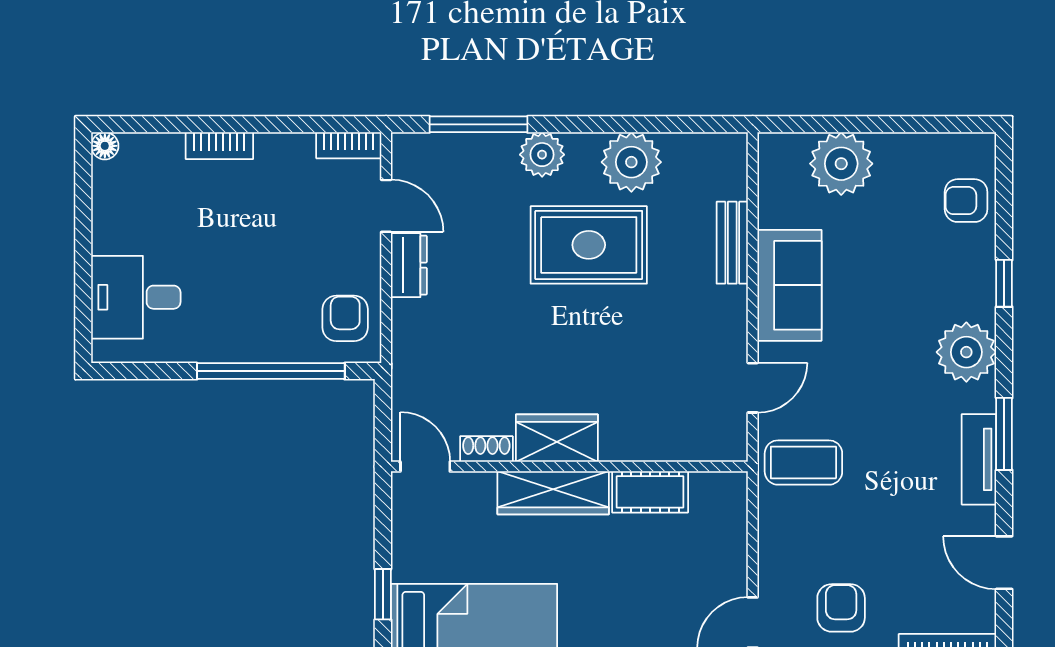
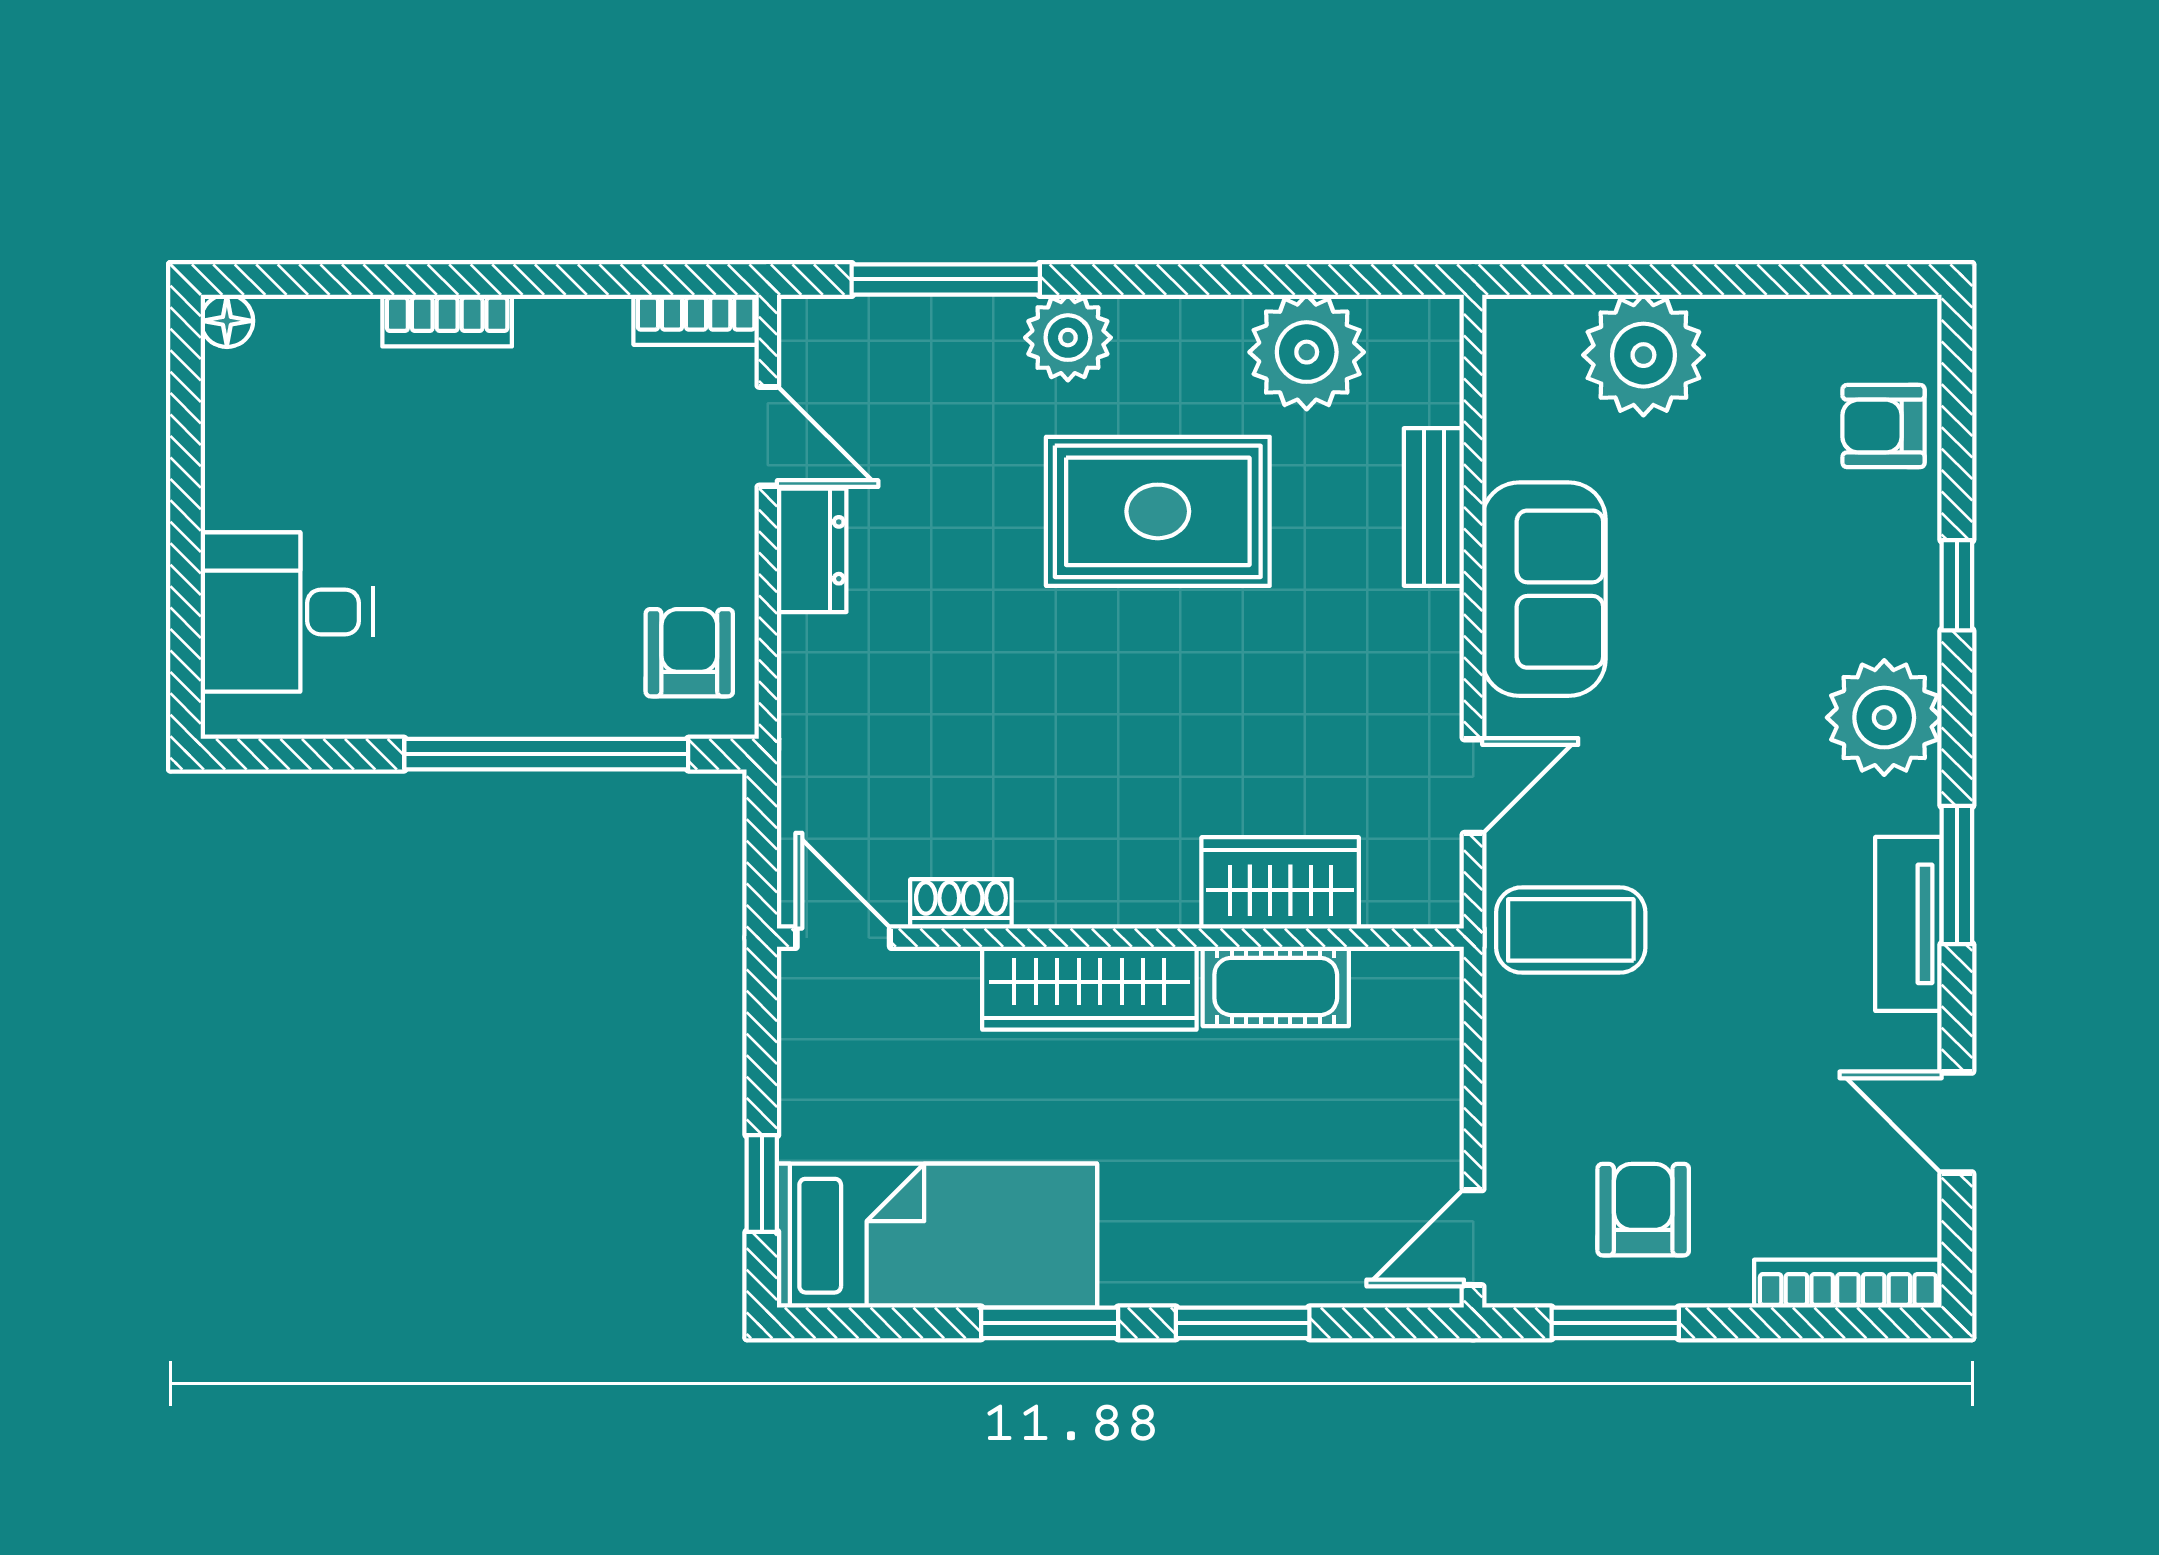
plant: (631, 162) -> (1307, 352), moved
wardrobe: (557, 438) -> (1280, 883), moved

